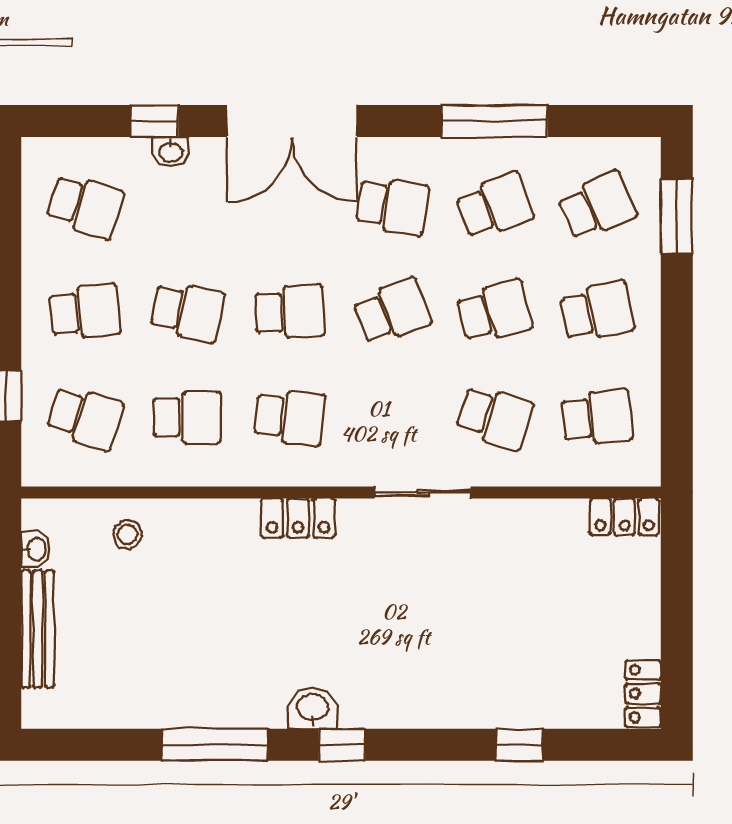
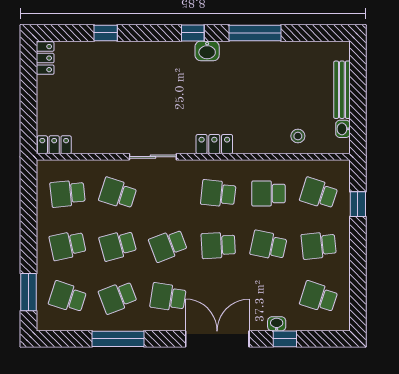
school desk: (597, 206) -> (68, 297), turned 42

